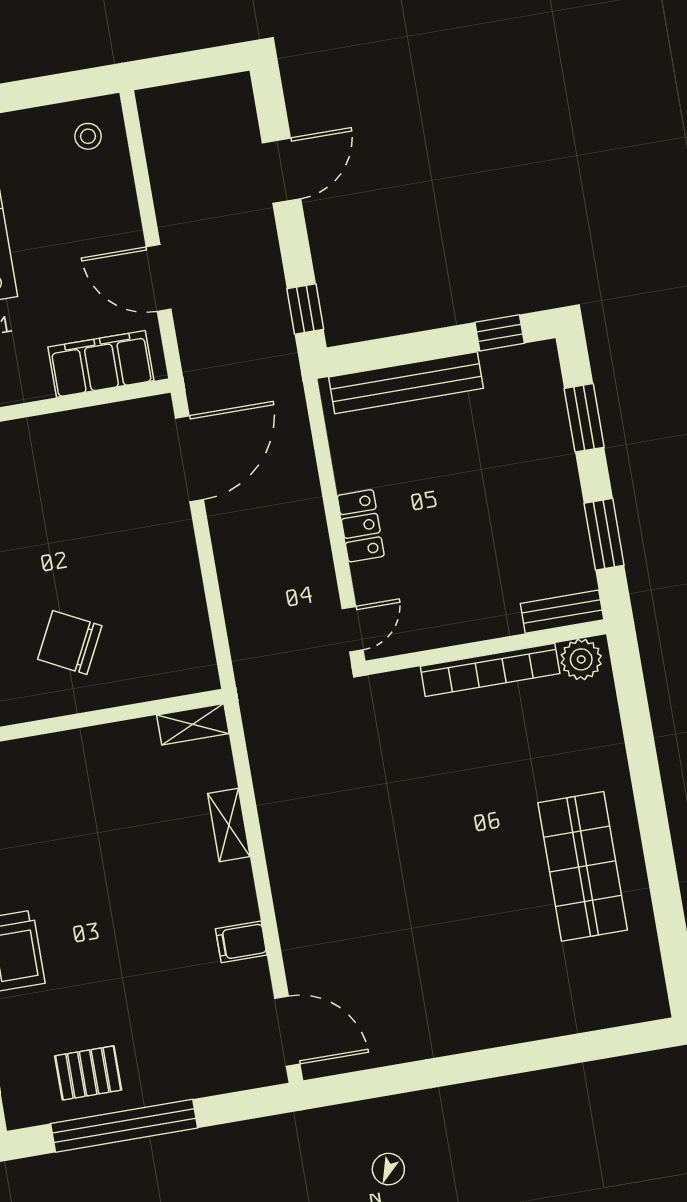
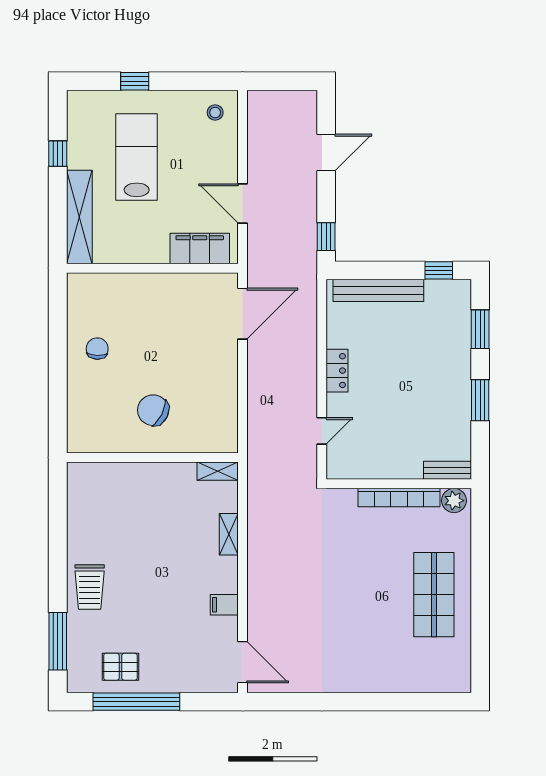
bench: (562, 612) -> (447, 470), moved
wall: (486, 647) -> (399, 484), moved
plant: (581, 659) -> (454, 501), moved
bookcase: (490, 670) -> (399, 498), moved

